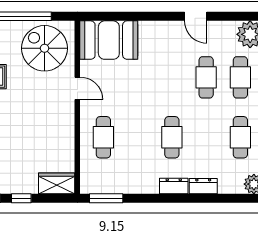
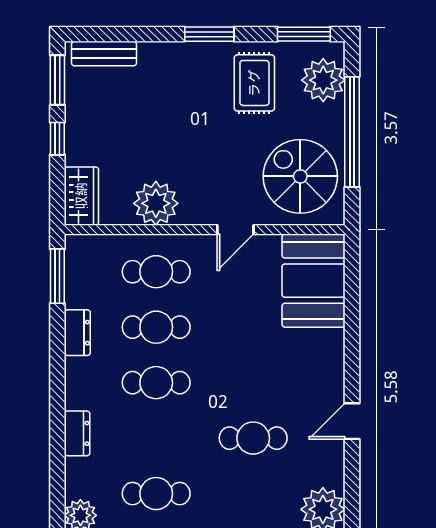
spiral stairs: (44, 48) -> (300, 176), turned -90
cafe table: (240, 77) -> (156, 327), moved
plant: (61, 138) -> (156, 203), added
dresser: (174, 186) -> (77, 333), moved

